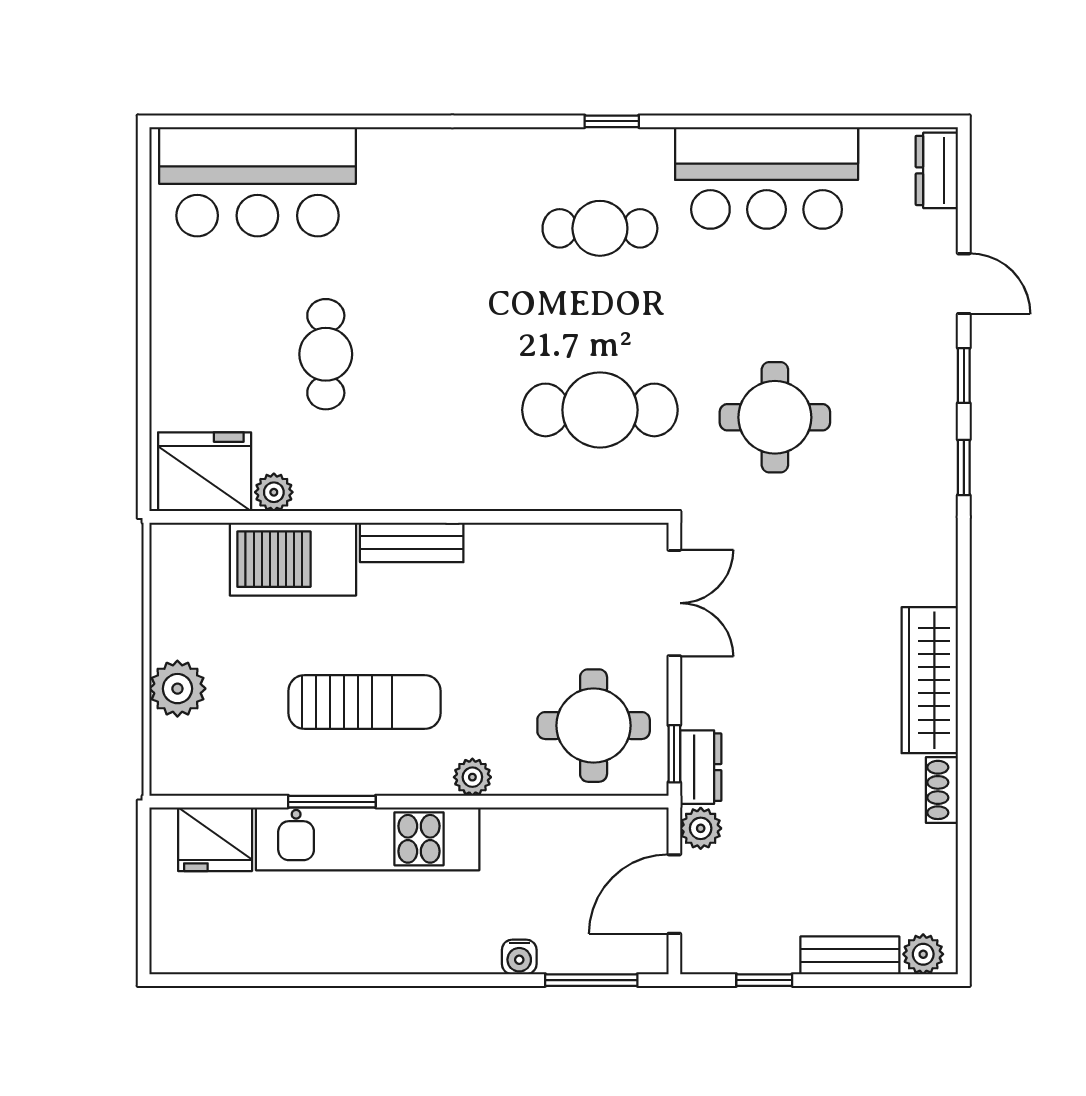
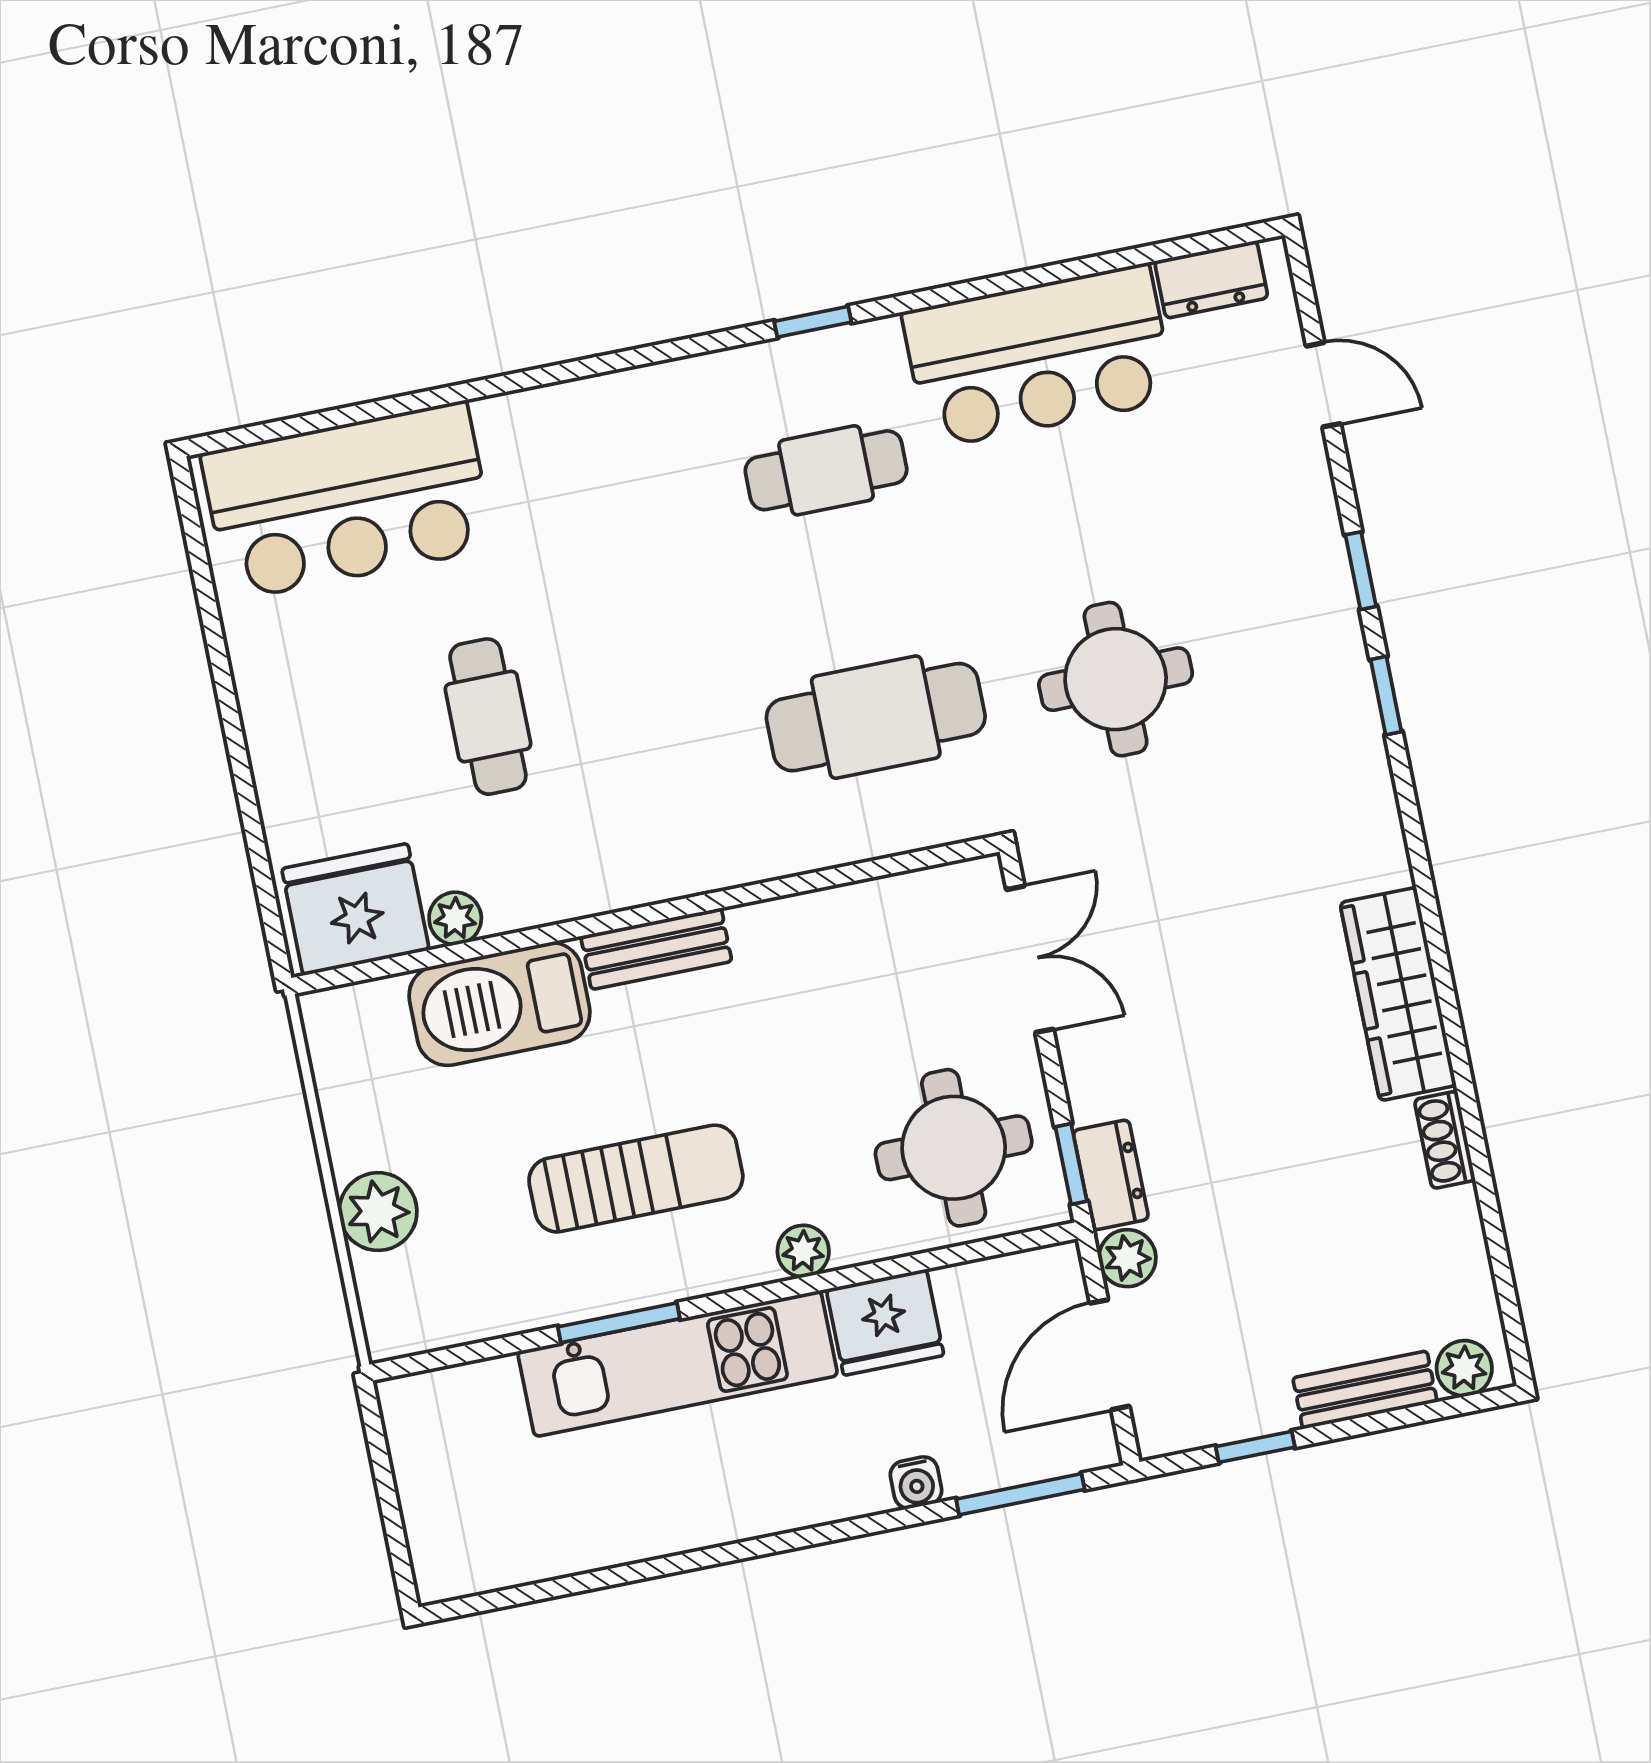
dresser: (937, 170) -> (1211, 279), moved, turned -90
door: (964, 284) -> (1323, 385), moved
fridge: (215, 839) -> (885, 1322), moved

